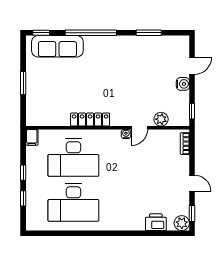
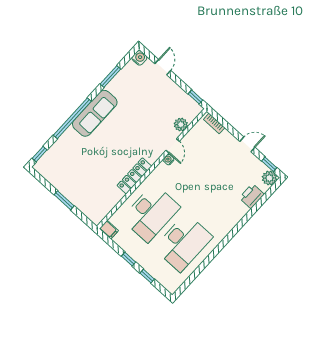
sofa: (57, 46) -> (95, 113), moved
water cooler: (183, 84) -> (139, 58), moved

